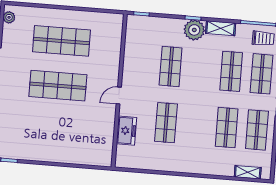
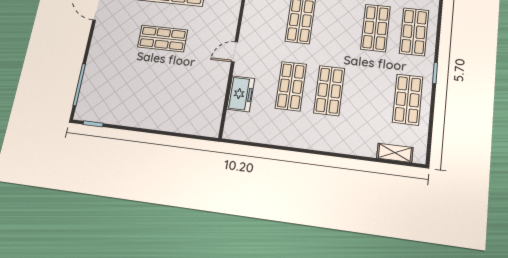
shop shelf: (58, 86) -> (163, 38), width x0.70, depth x0.74
shop shelf: (227, 128) -> (329, 91), moved

